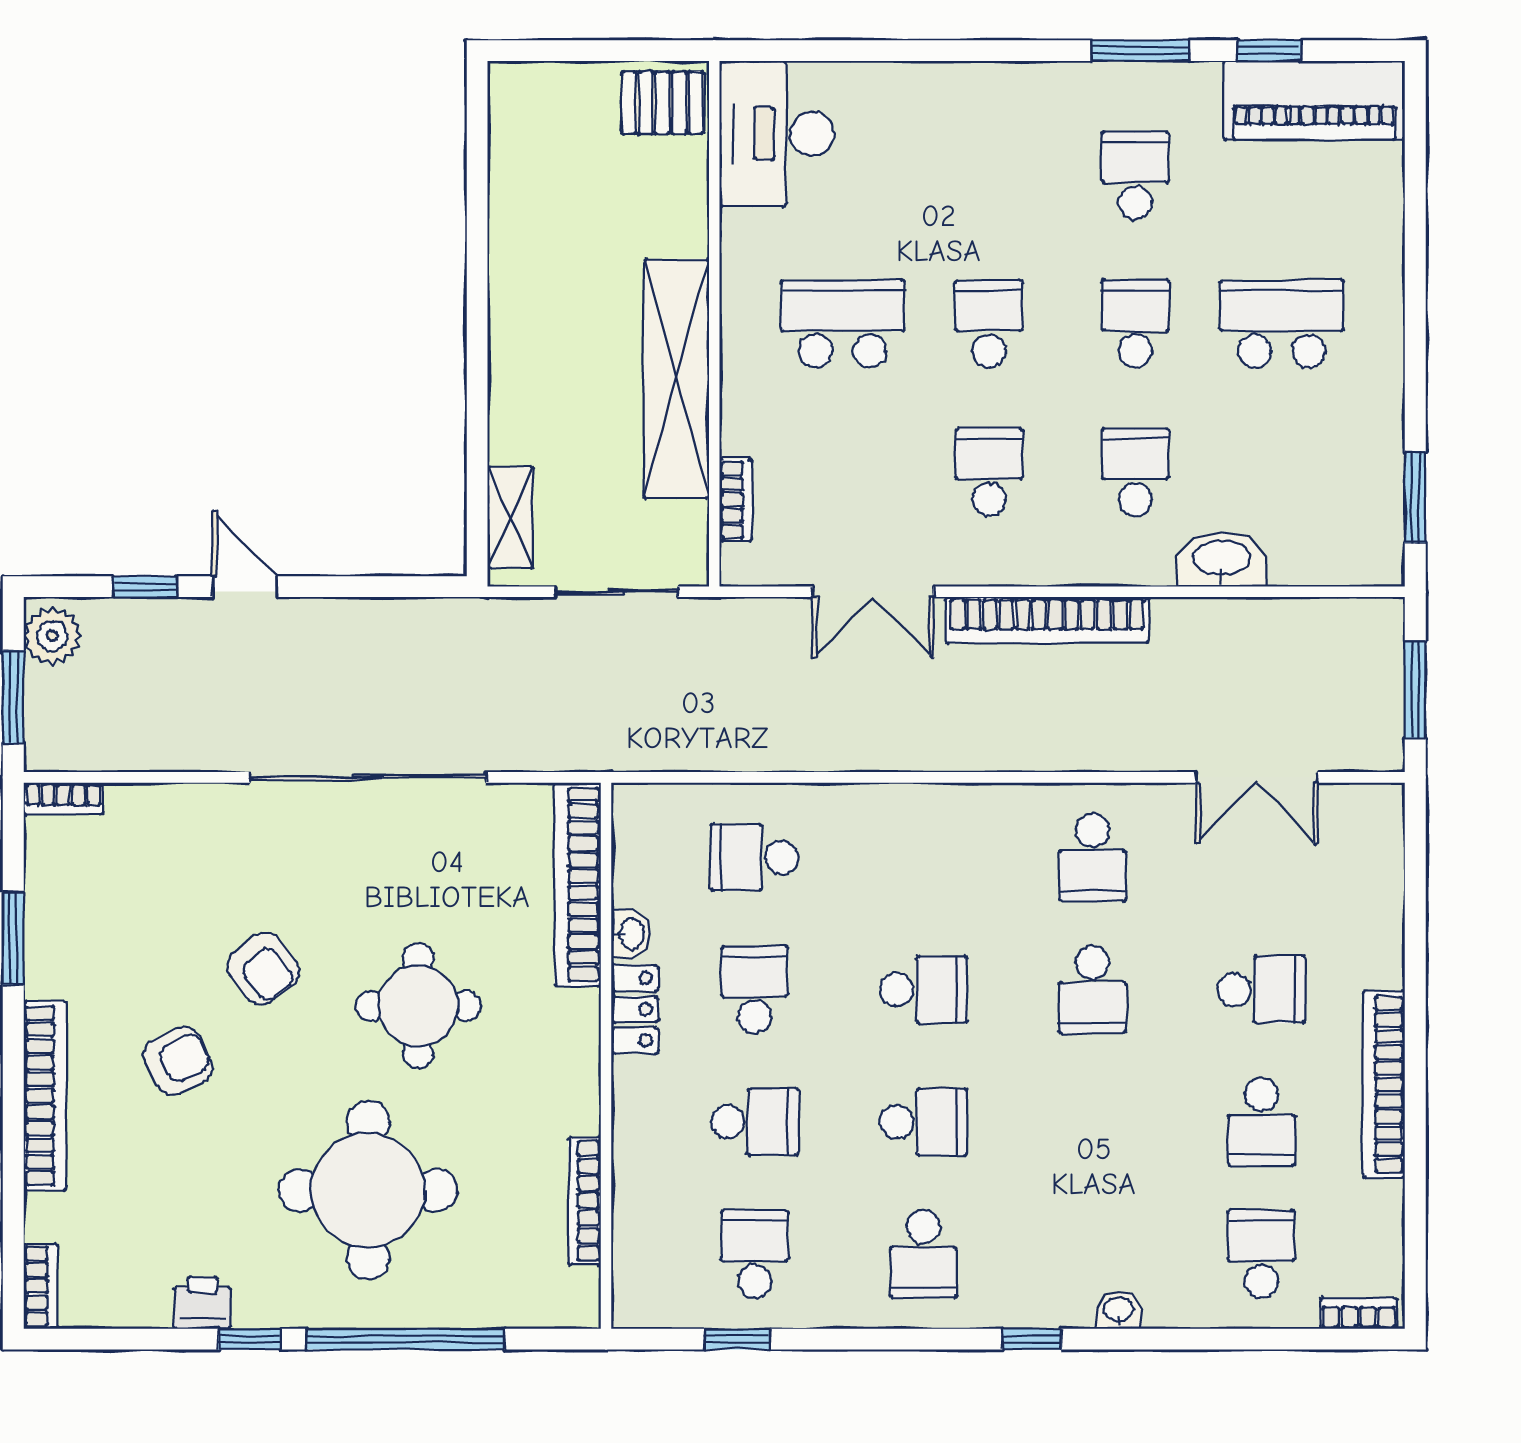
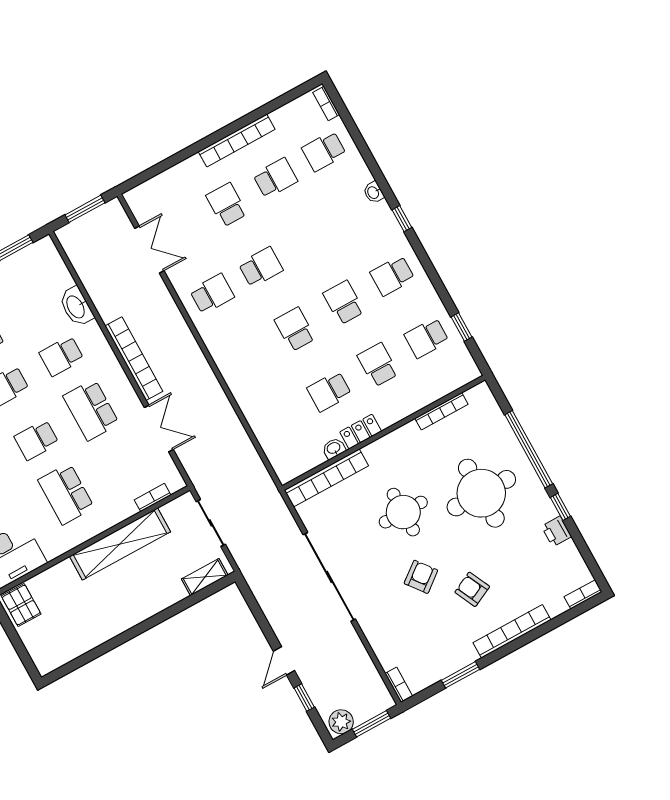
school desk: (989, 472) -> (91, 410), width x1.85
school desk: (755, 857) -> (280, 418), removed
school desk: (924, 1254) -> (392, 276), turned 180

